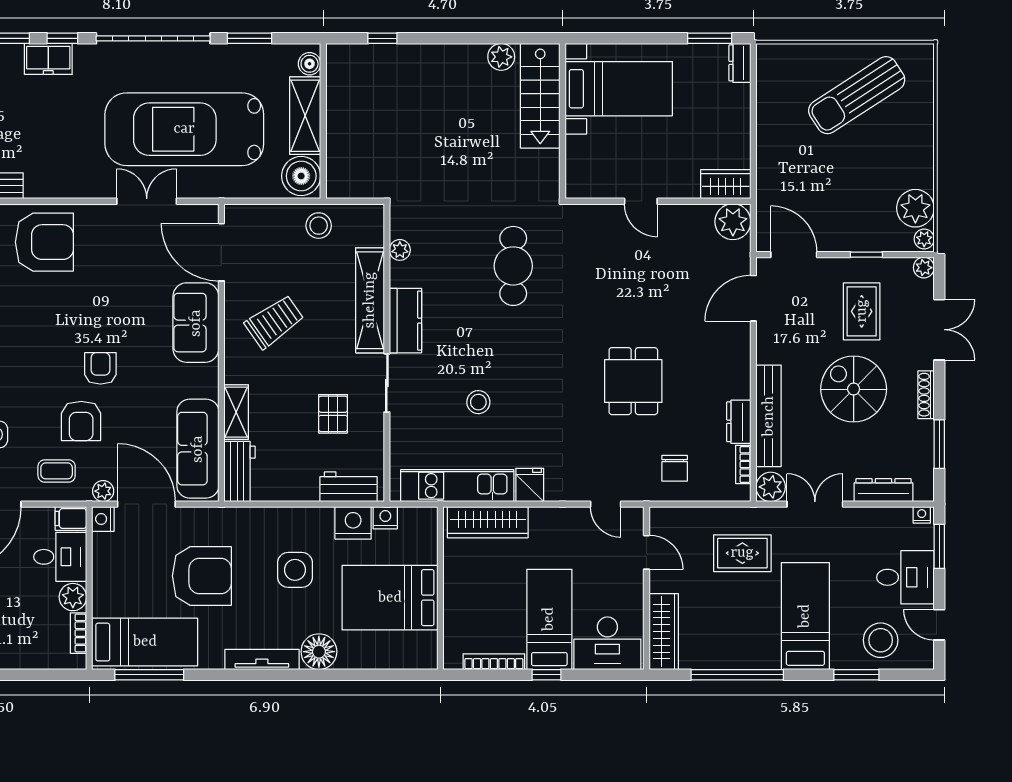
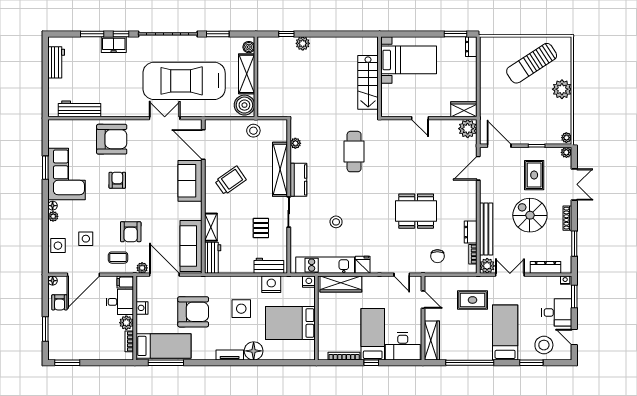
plant: (501, 57) -> (303, 43), moved
stairs: (540, 96) -> (368, 82), moved
plant: (915, 208) -> (562, 89), moved
armchair: (100, 368) -> (117, 180), moved
dining table: (633, 381) -> (416, 211), width x1.38
nightstand: (385, 518) -> (309, 282), moved
nightstand: (103, 519) -> (142, 308), moved
tv unit: (262, 660) -> (230, 355), width x0.71

